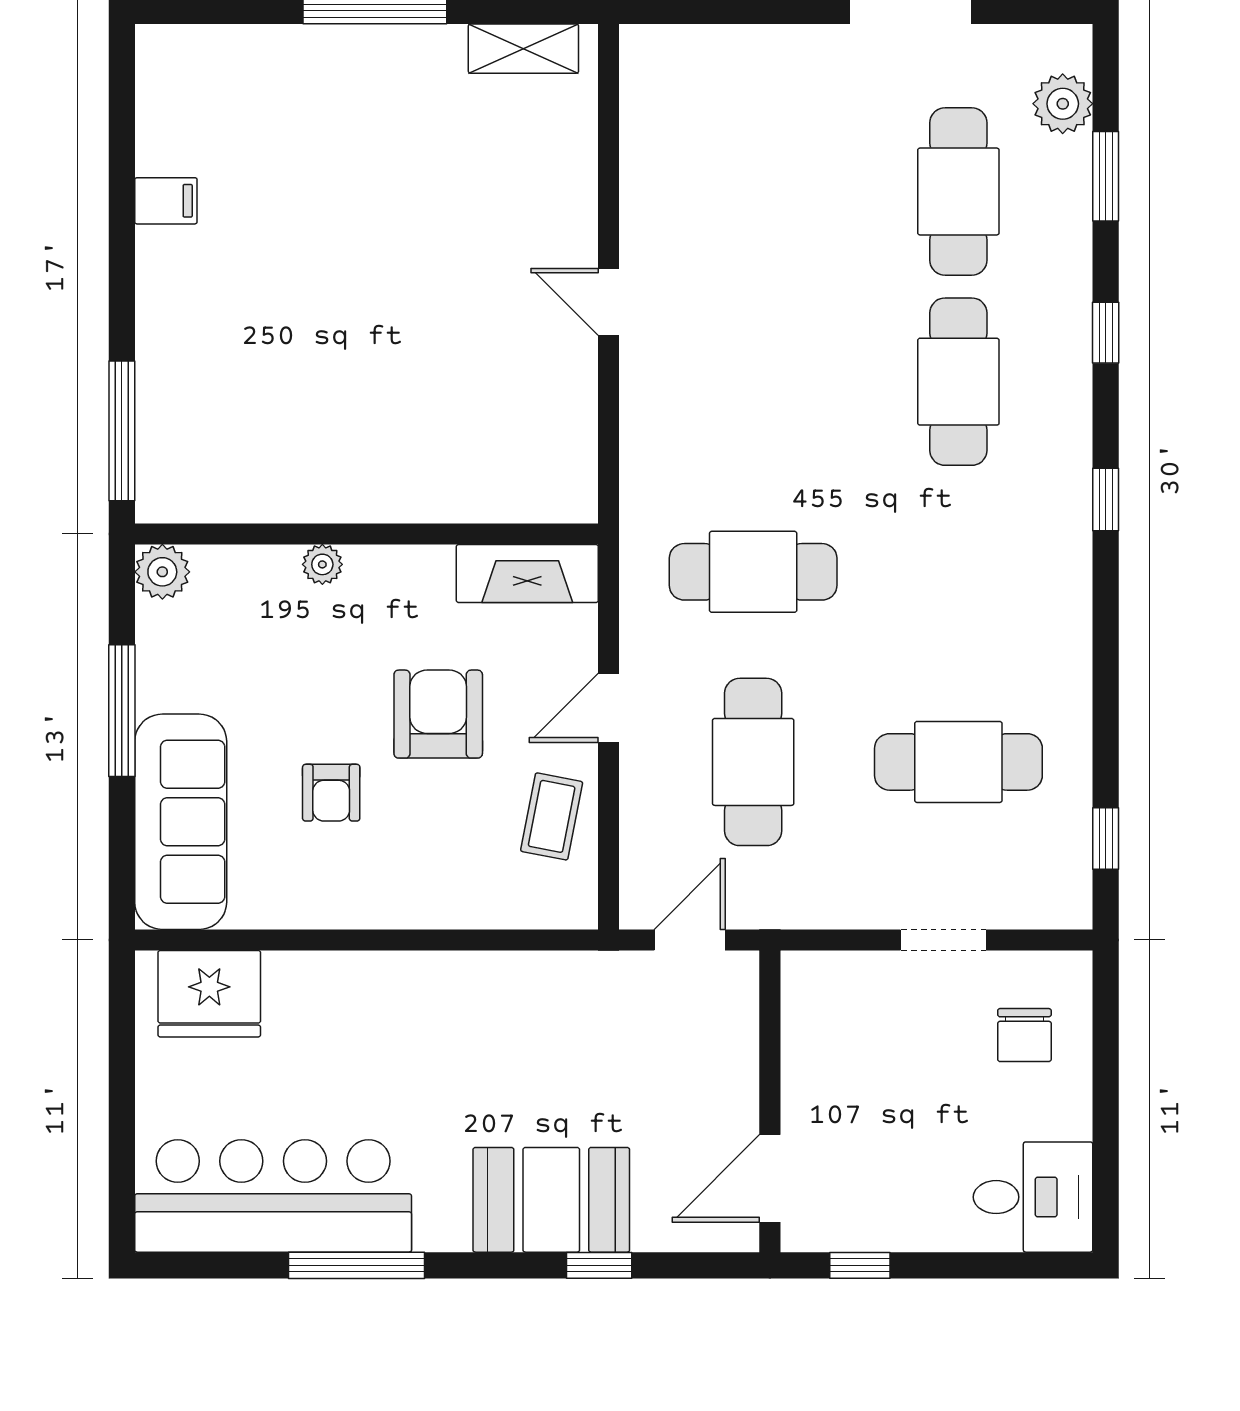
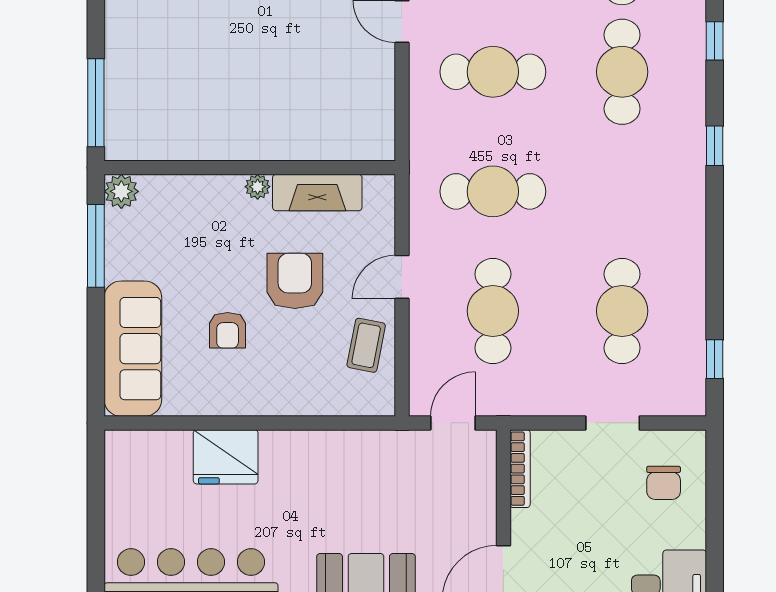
cafe table: (753, 382) -> (493, 72), added
plant: (322, 564) -> (258, 187), moved
fireplace: (527, 574) -> (317, 192), moved
window: (122, 711) -> (96, 246), moved
cafe table: (958, 762) -> (622, 311), turned 90
fridge: (209, 994) -> (226, 457), moved
bookcase: (796, 1013) -> (520, 469), added

